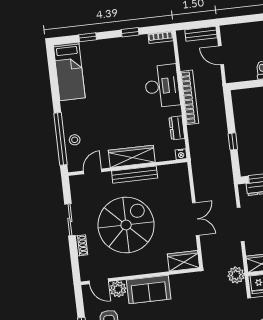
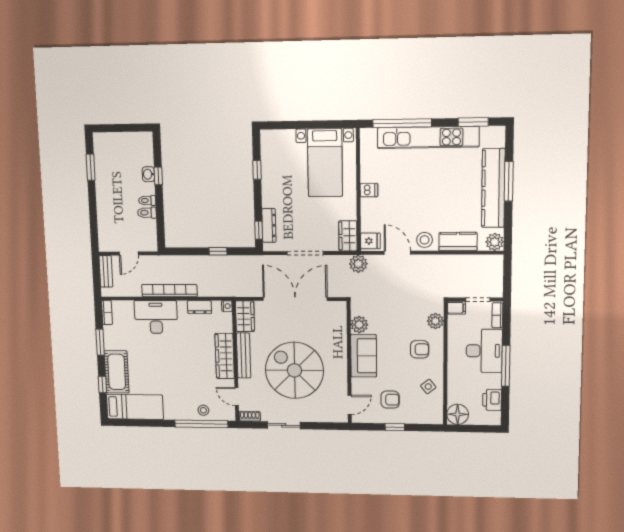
window: (130, 32) -> (100, 342), width x1.50
cot: (102, 51) -> (117, 372), added
double door: (196, 219) -> (295, 299), width x1.87
shoe rack: (82, 245) -> (250, 416), moved
wardrobe: (183, 261) -> (245, 316), moved, turned 180
plant: (118, 289) -> (359, 325), moved

